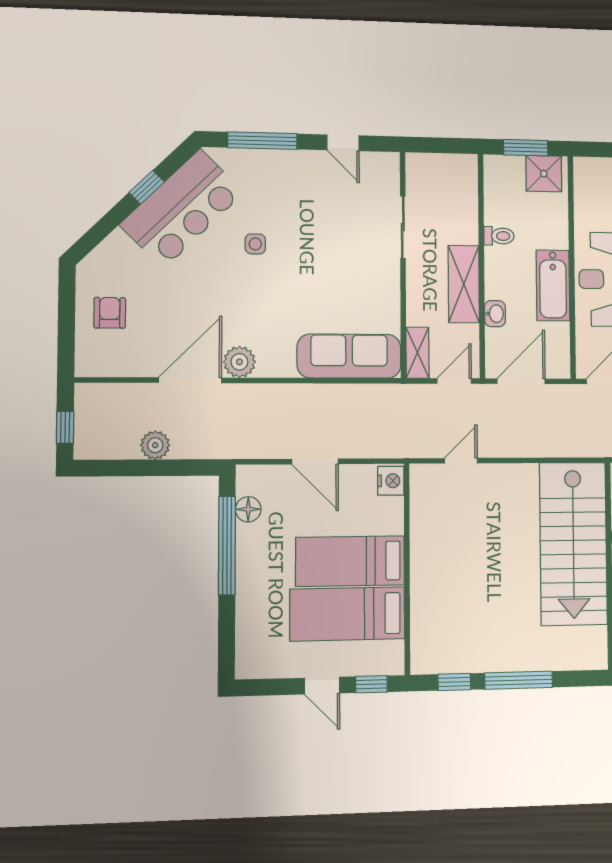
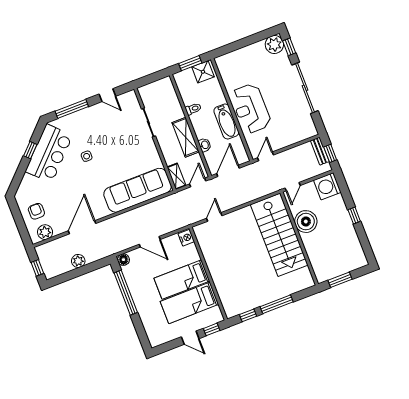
sofa: (349, 356) -> (138, 190), width x1.36, depth x1.27
plant: (239, 362) -> (45, 232), moved
floor lamp: (248, 509) -> (123, 260), moved

